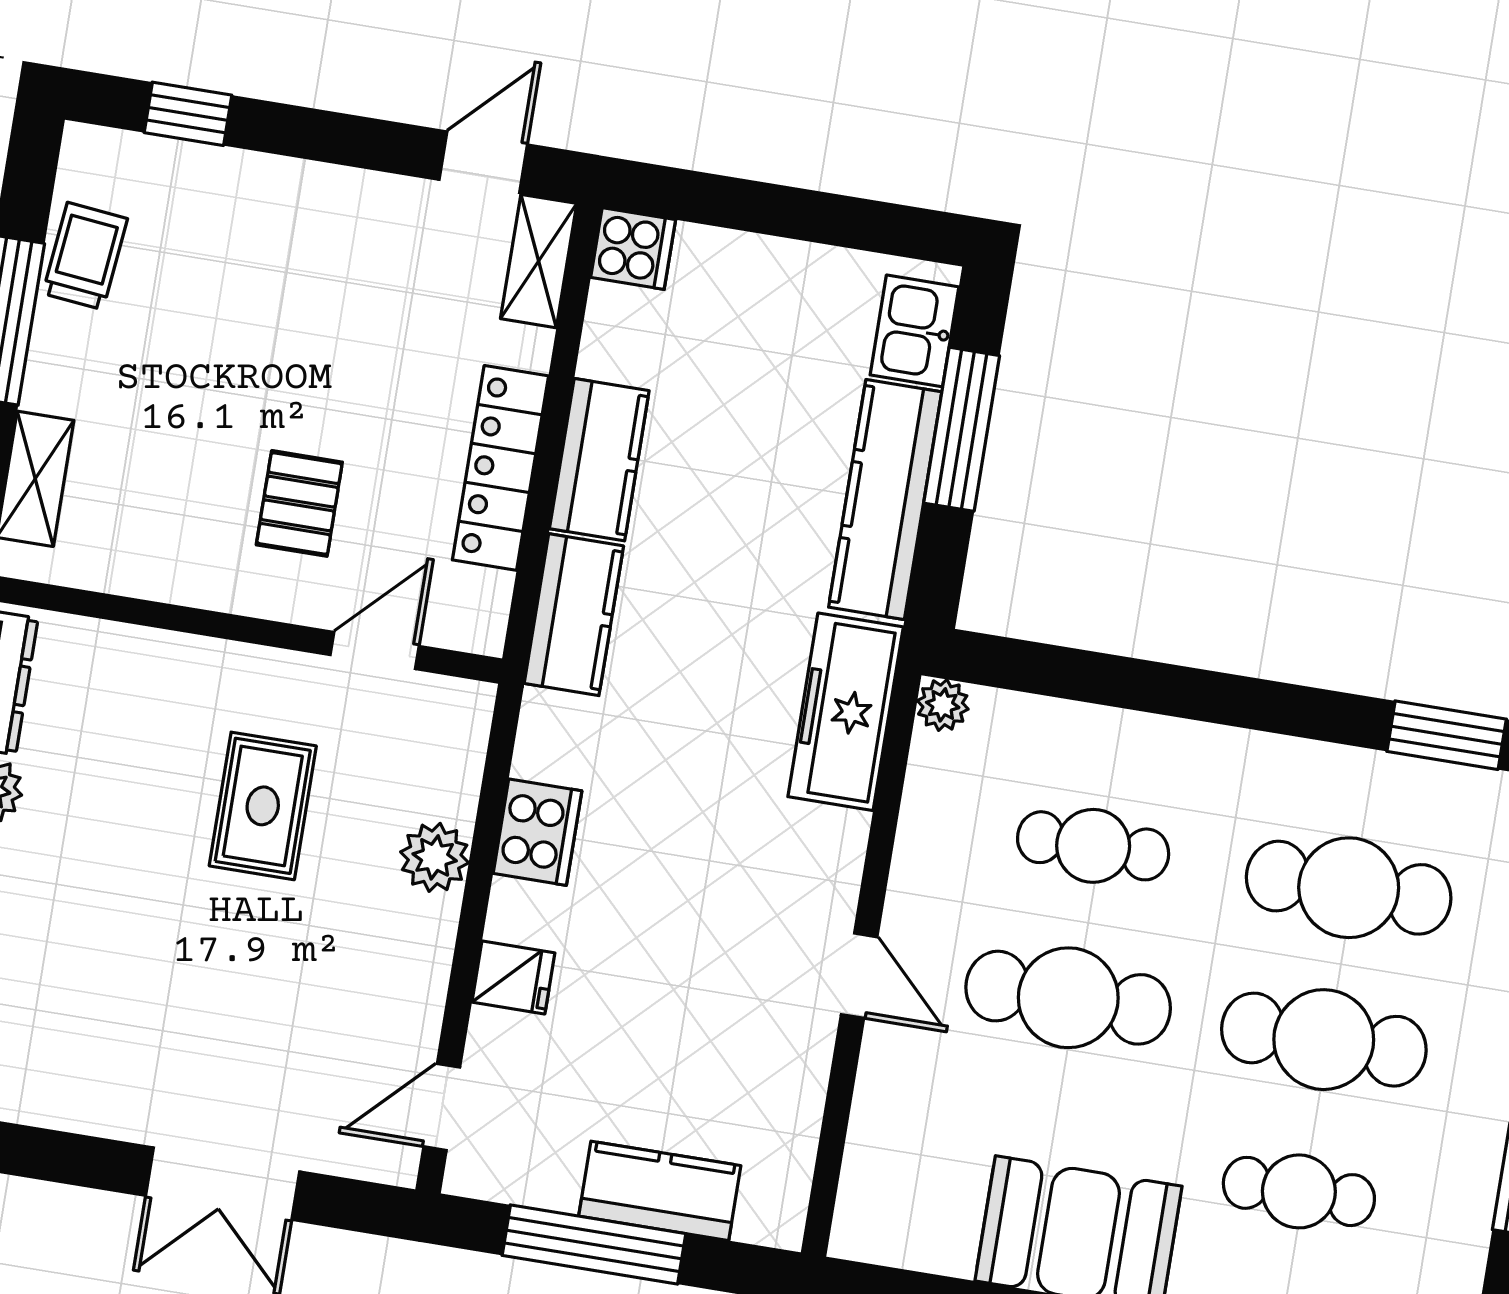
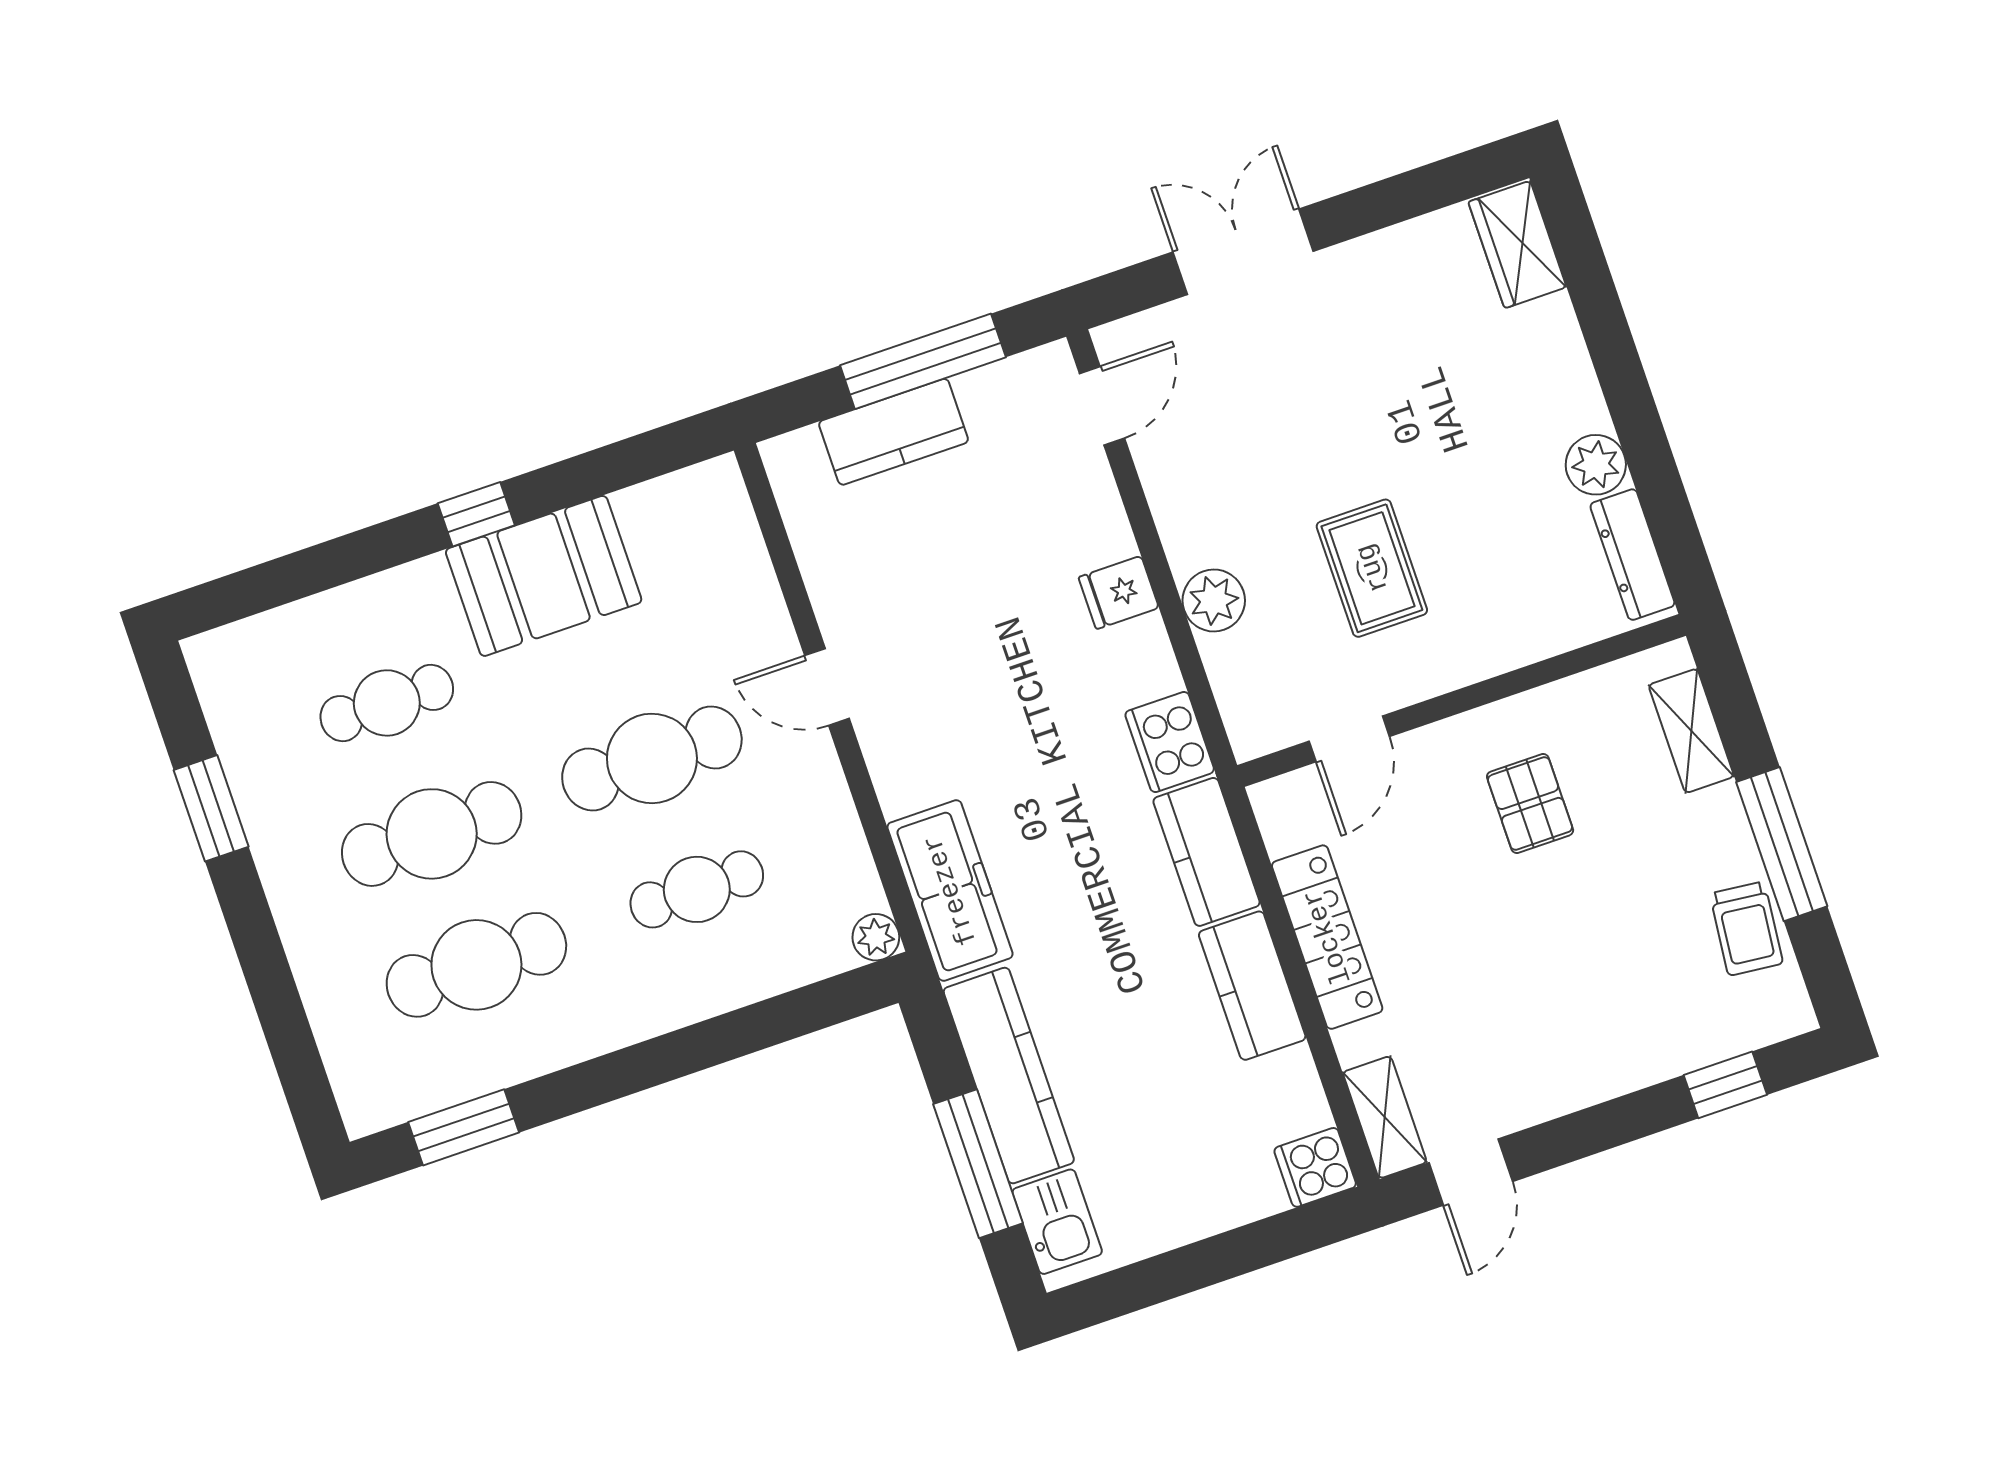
pallet: (299, 503) -> (1530, 803), moved
cooker: (537, 832) -> (1170, 742), moved
fridge: (513, 978) -> (1119, 593), moved

